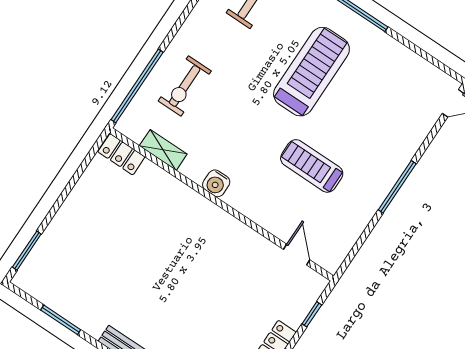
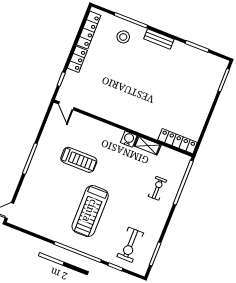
exercise bike: (185, 86) -> (157, 188), width x0.73, depth x0.72
shelving: (163, 150) -> (148, 145), moved
locker: (121, 154) -> (178, 141), width x1.53
door: (297, 255) -> (66, 106), moved

